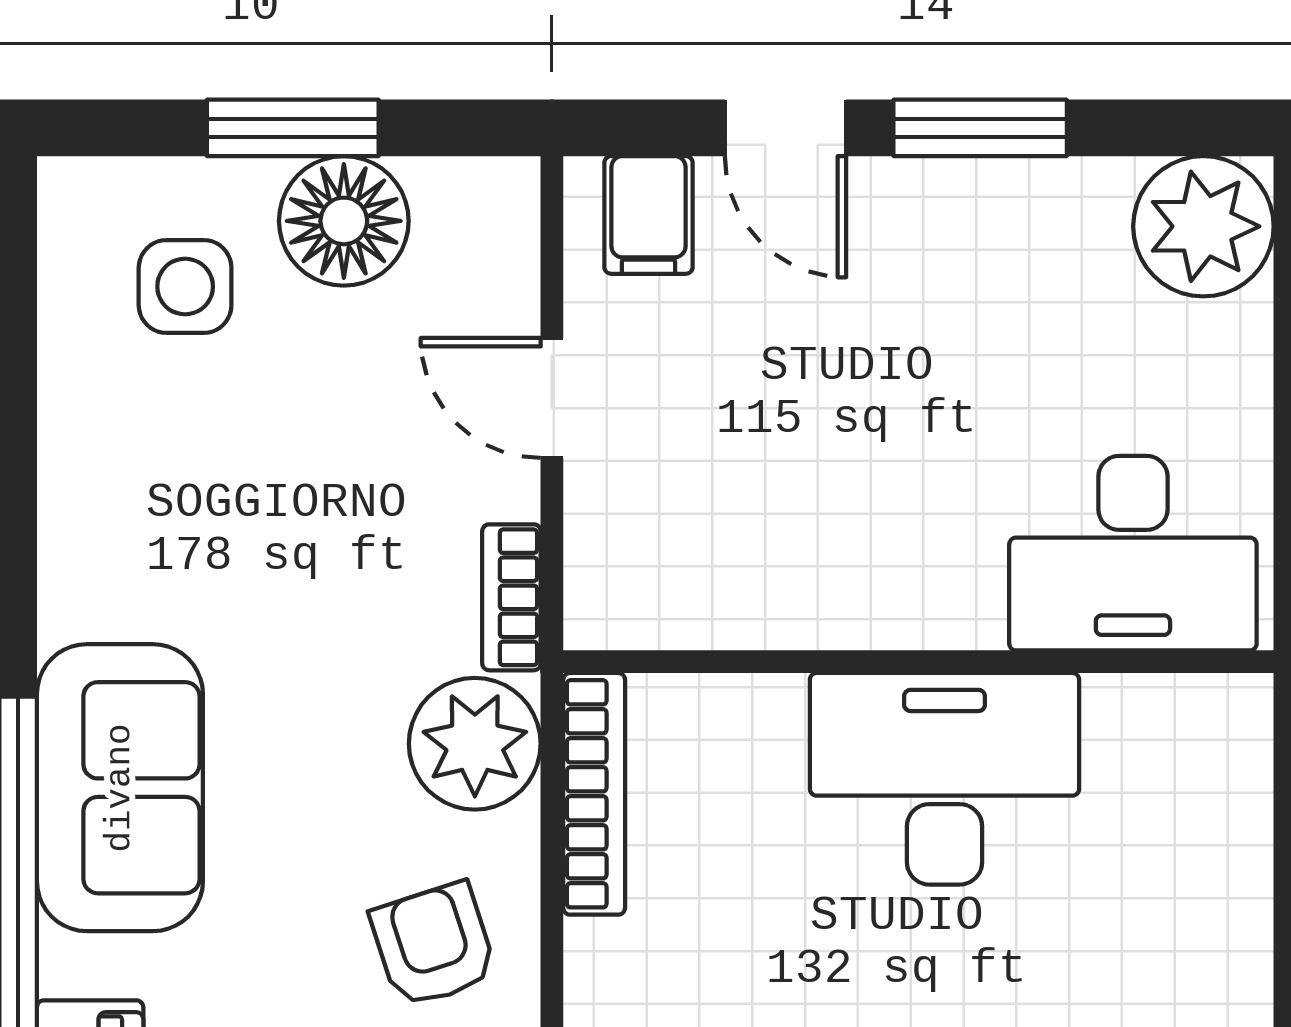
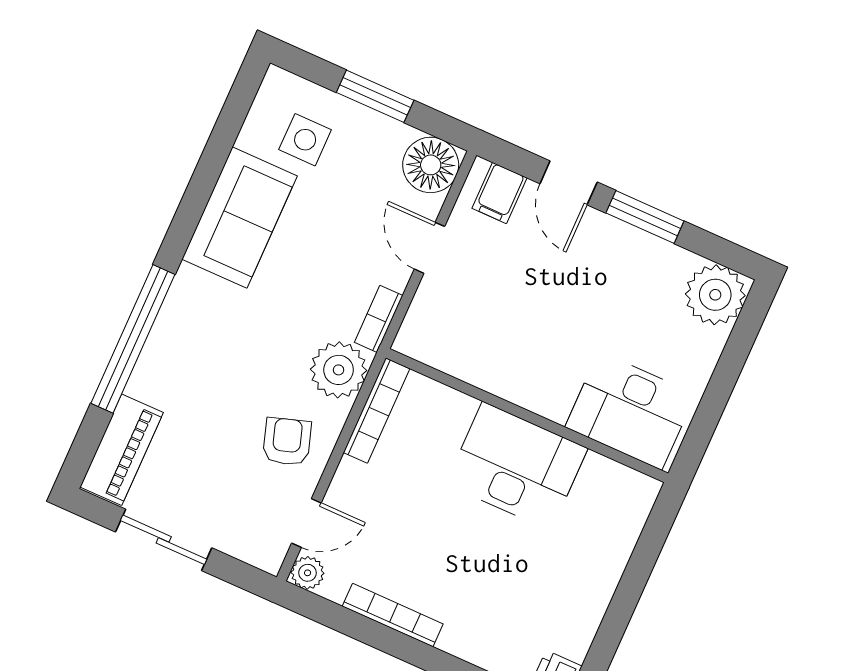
floor lamp: (344, 221) -> (431, 165), moved
sofa: (120, 788) -> (240, 218), moved

